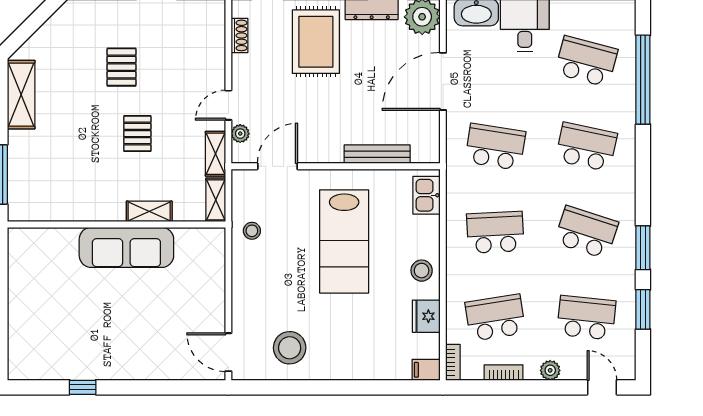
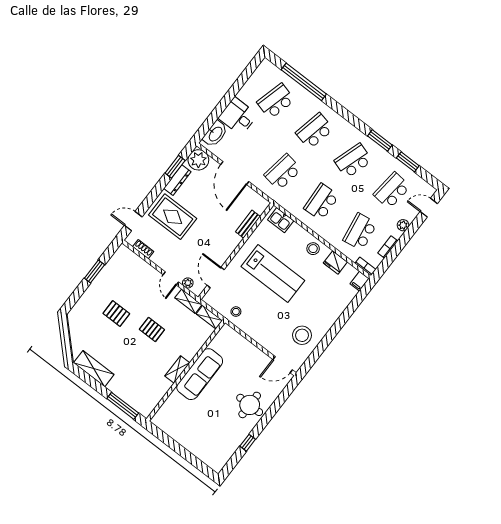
bench: (377, 154) -> (248, 224), width x0.73
shelving: (149, 211) -> (177, 369), moved
round table: (137, 350) -> (250, 405), added

